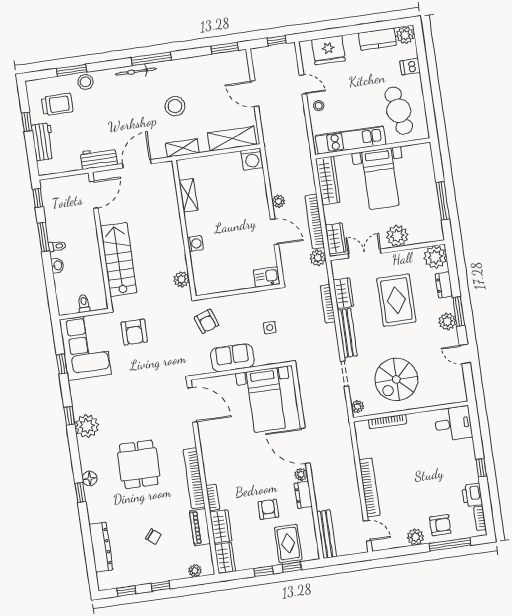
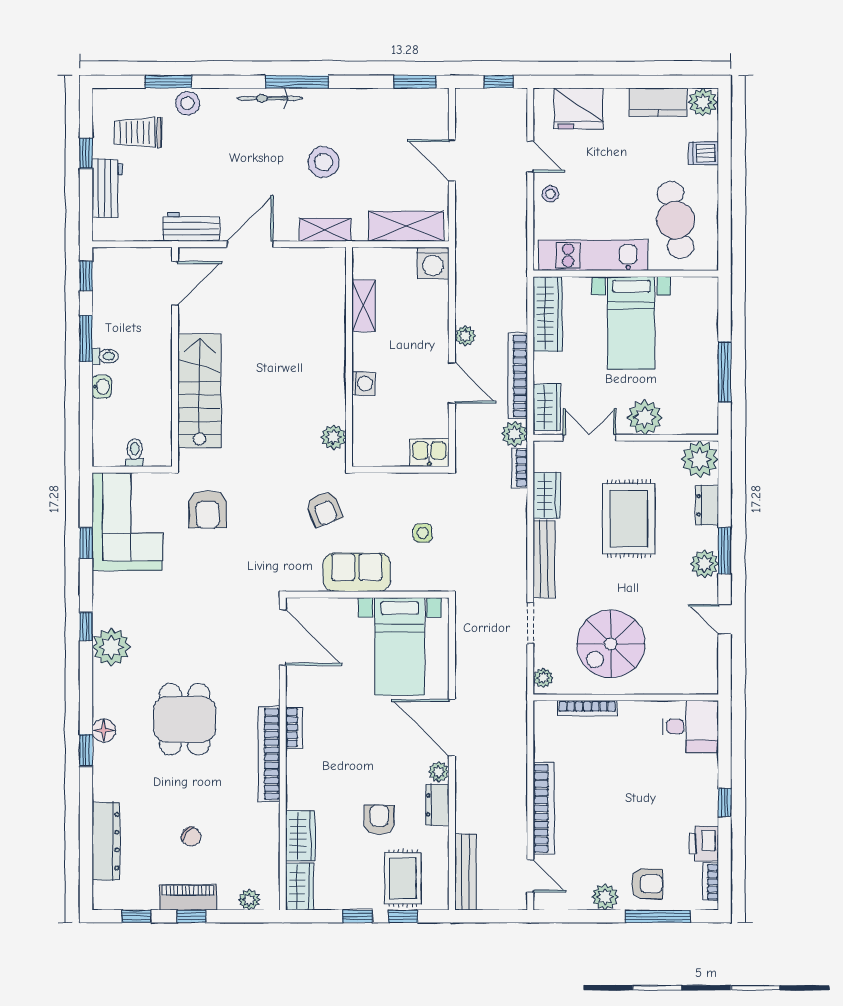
trolley: (57, 104) -> (138, 132), turned 180
shelving: (188, 195) -> (364, 306), moved
wall: (184, 228) -> (349, 357), moved
washing machine: (195, 244) -> (363, 384), moved
plant: (181, 279) -> (333, 437), moved
bookcase: (328, 304) -> (520, 468), moved, width x0.64
bookcase: (213, 497) -> (294, 728), moved
piano: (200, 527) -> (188, 897), moved, turned 90

